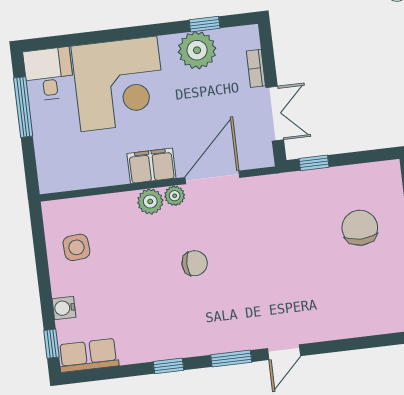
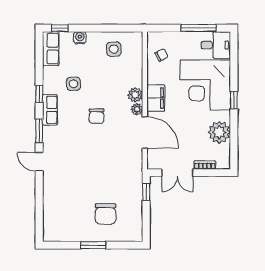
window: (205, 24) -> (234, 100), moved
chair: (77, 165) -> (162, 55), added
chair: (360, 228) -> (106, 214), turned 90
side table: (144, 309) -> (74, 84), added
row of seats: (193, 344) -> (50, 110), added

